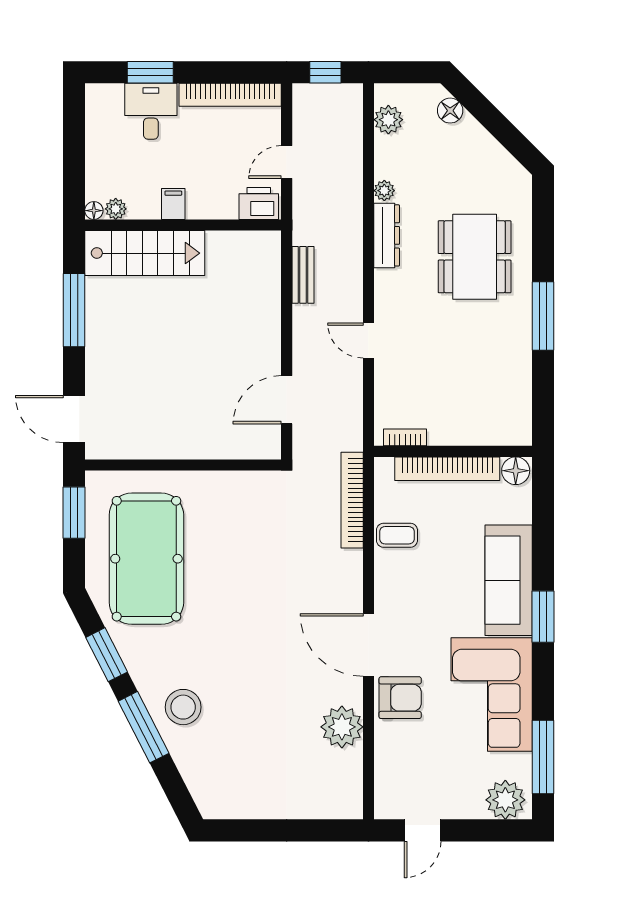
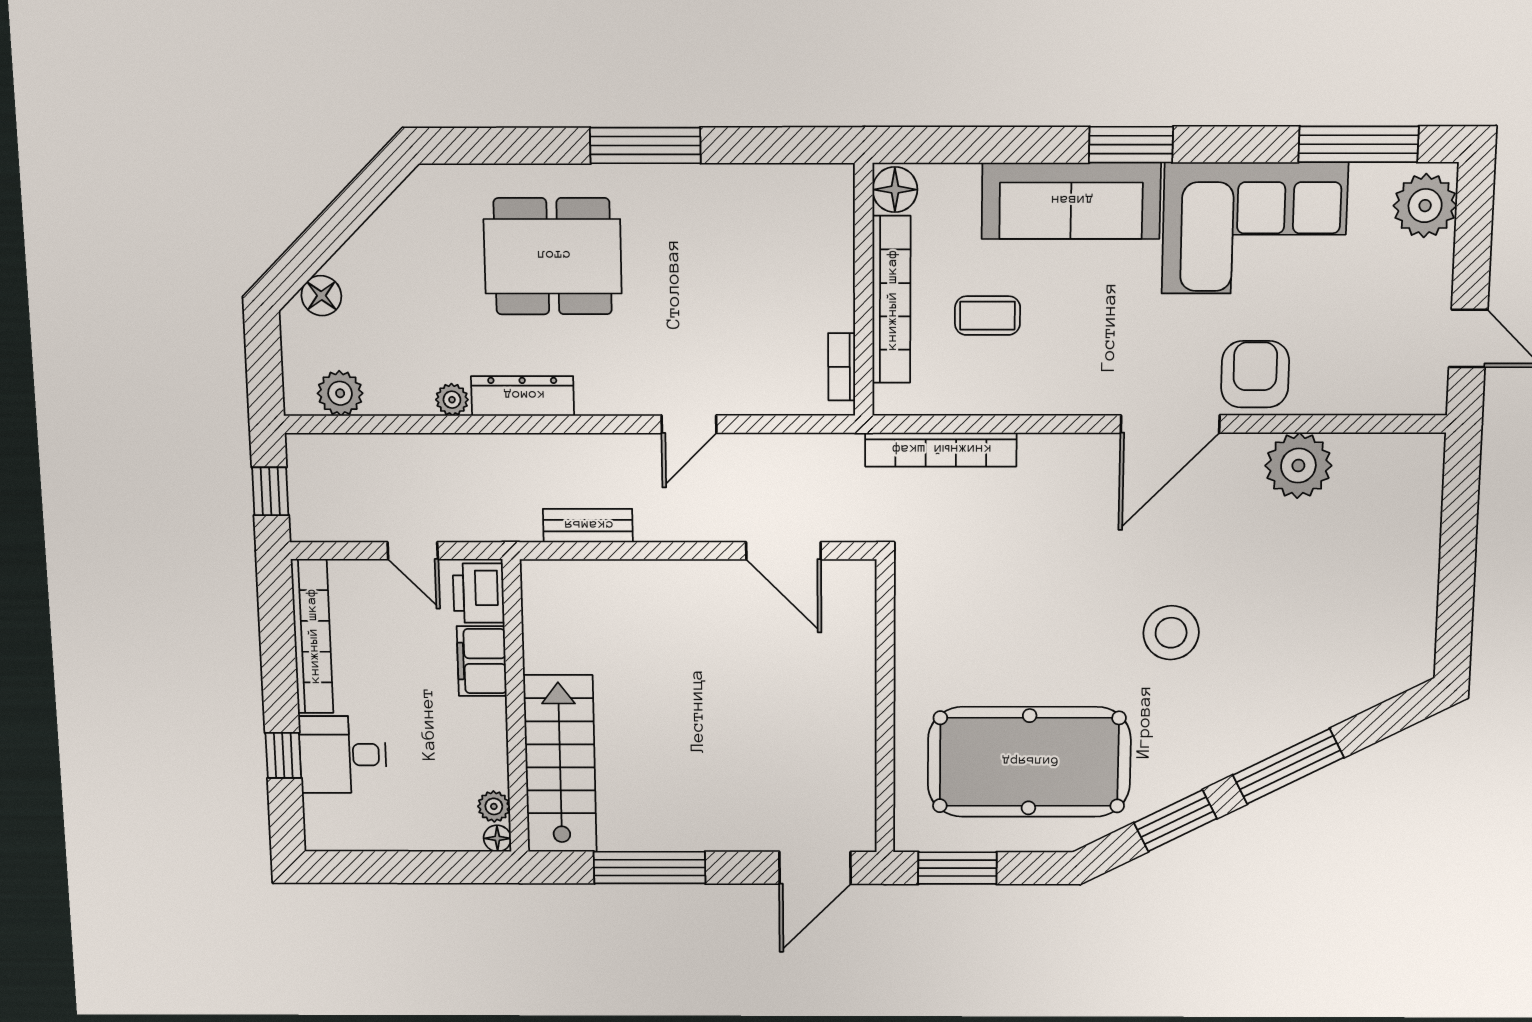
window: (150, 72) -> (283, 755), width x0.67
filing cabinet: (173, 204) -> (482, 661), moved, width x2.00
coffee table: (397, 535) -> (987, 316), moved, turned 90
stool: (183, 707) -> (1171, 633), moved

